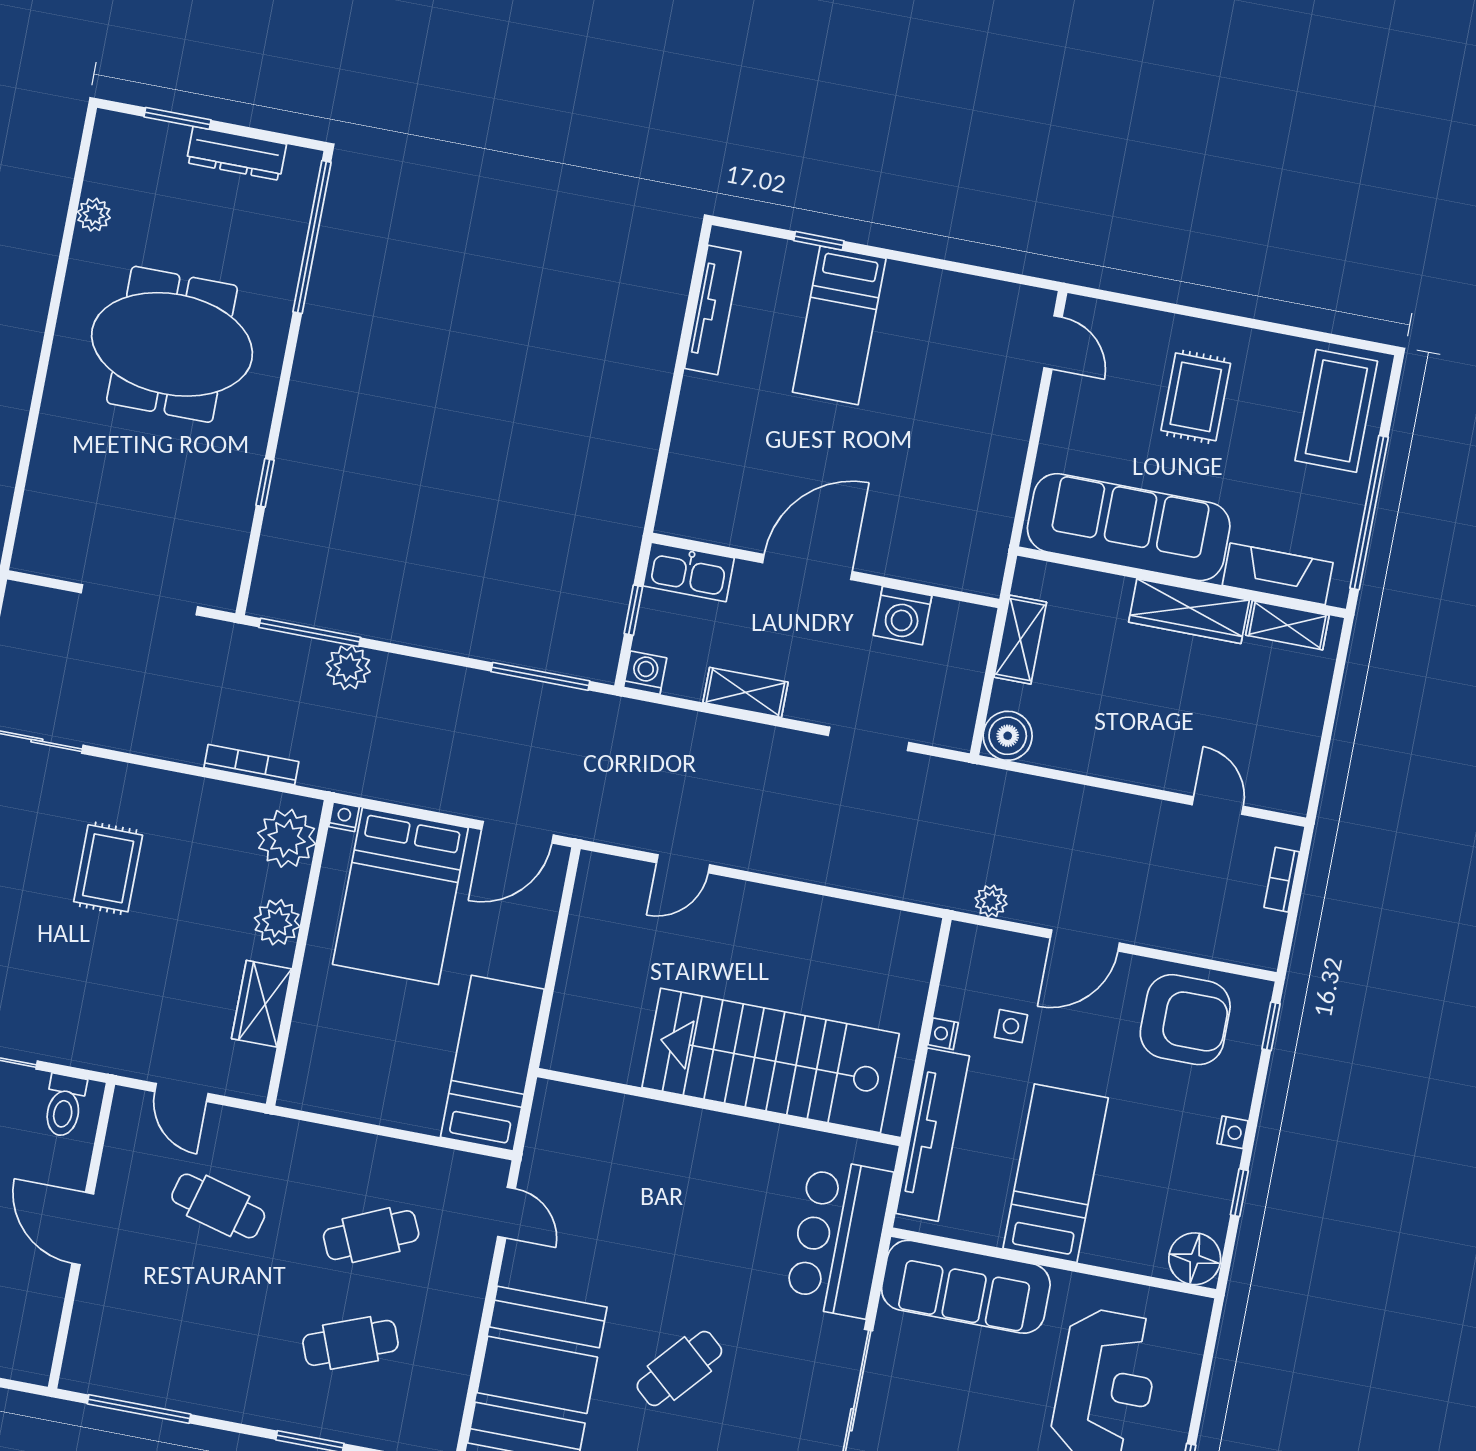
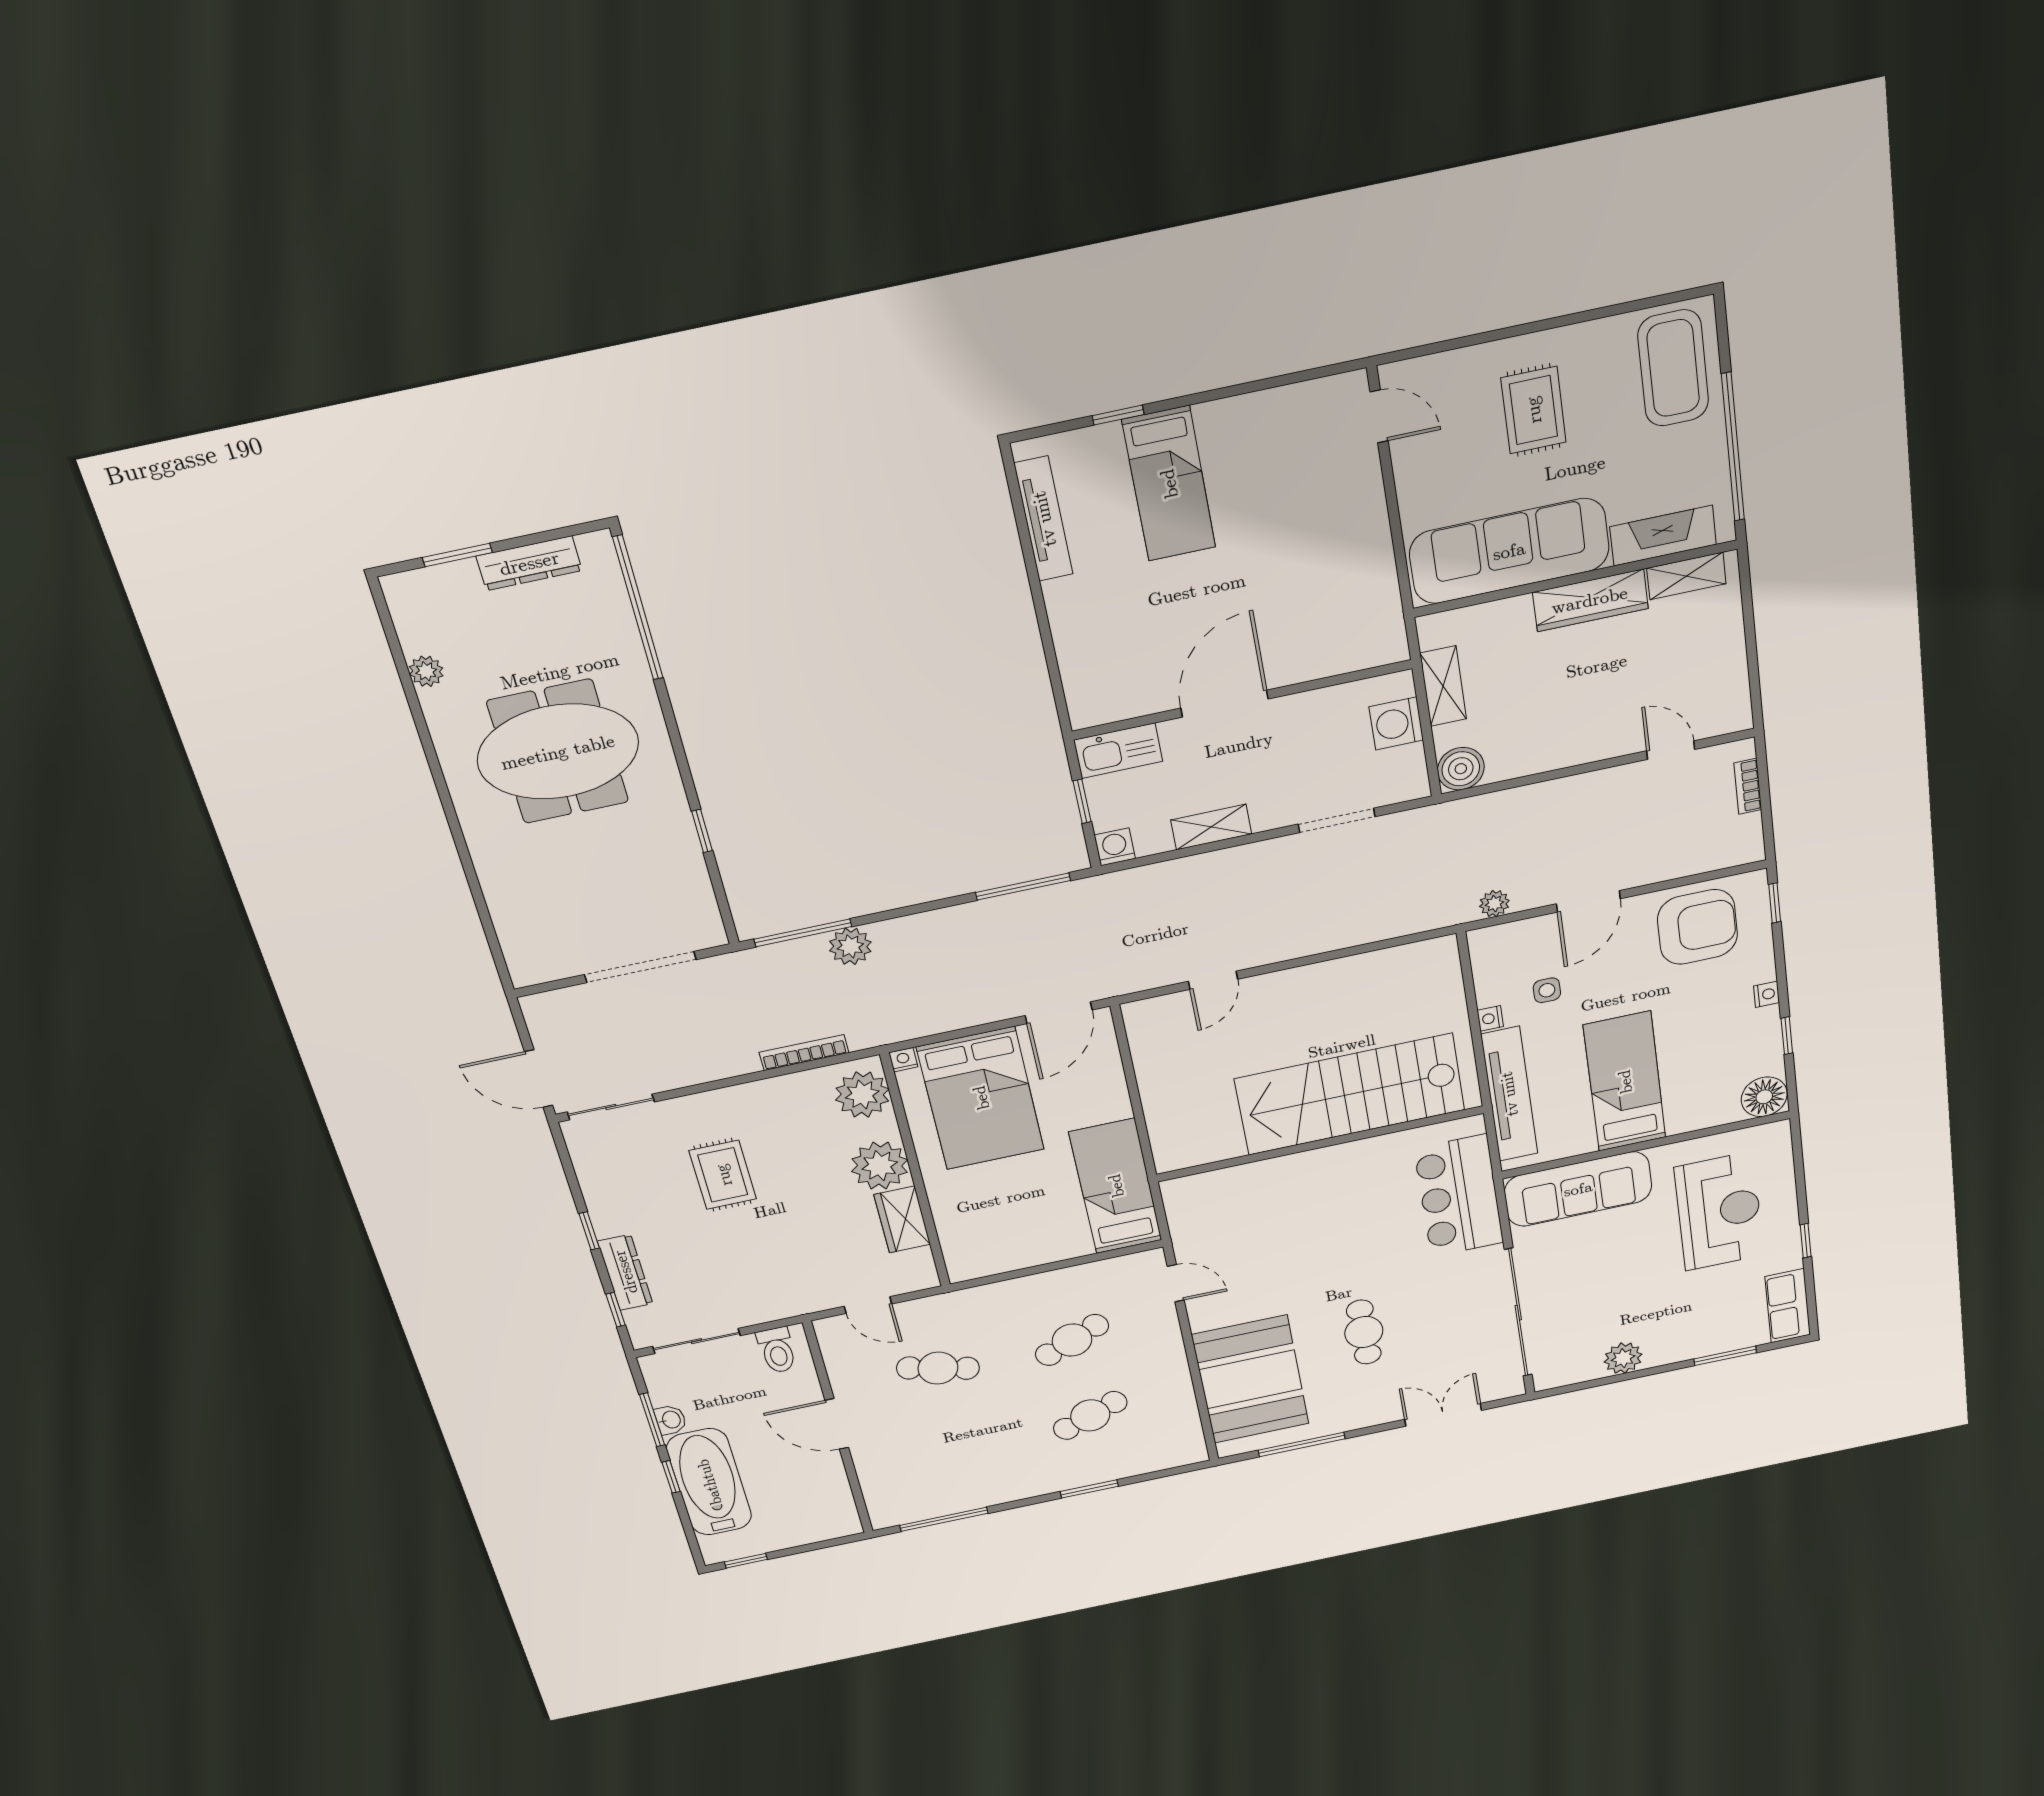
washing machine: (902, 615) -> (1396, 723), moved, turned 90
plant: (277, 922) -> (880, 1166), width x1.36, depth x1.36
cafe table: (679, 1369) -> (1364, 1332), turned -41

